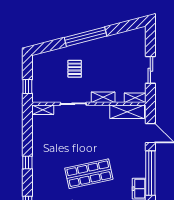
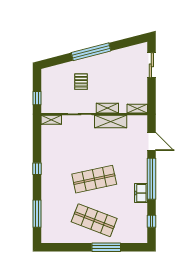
sliding door: (150, 70) -> (151, 65), moved
shelving: (127, 112) -> (111, 122), moved

